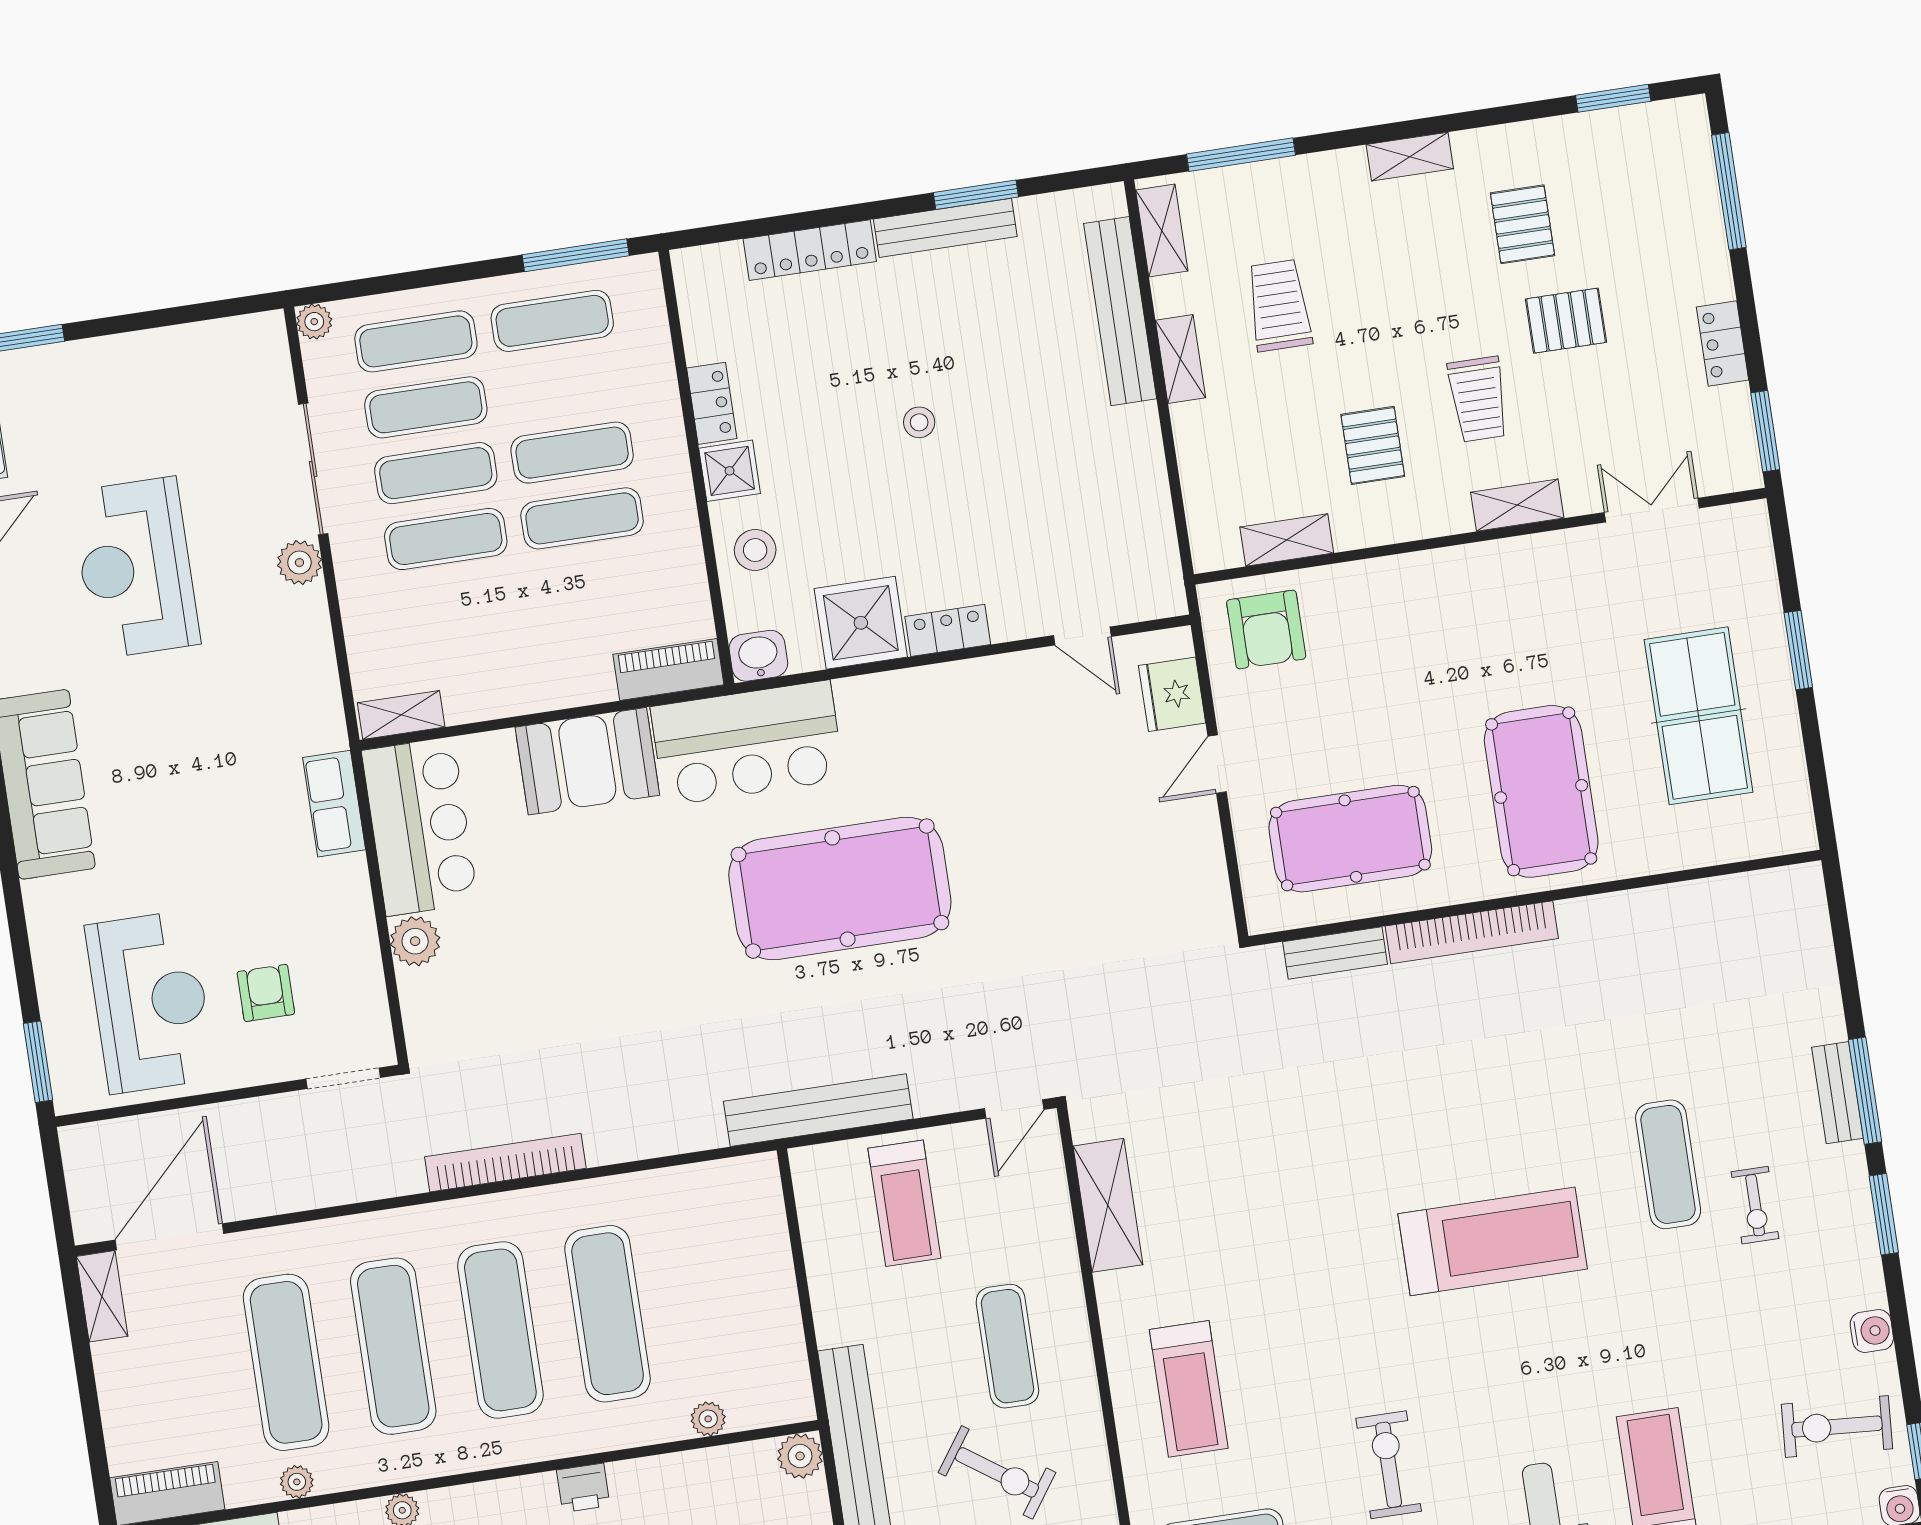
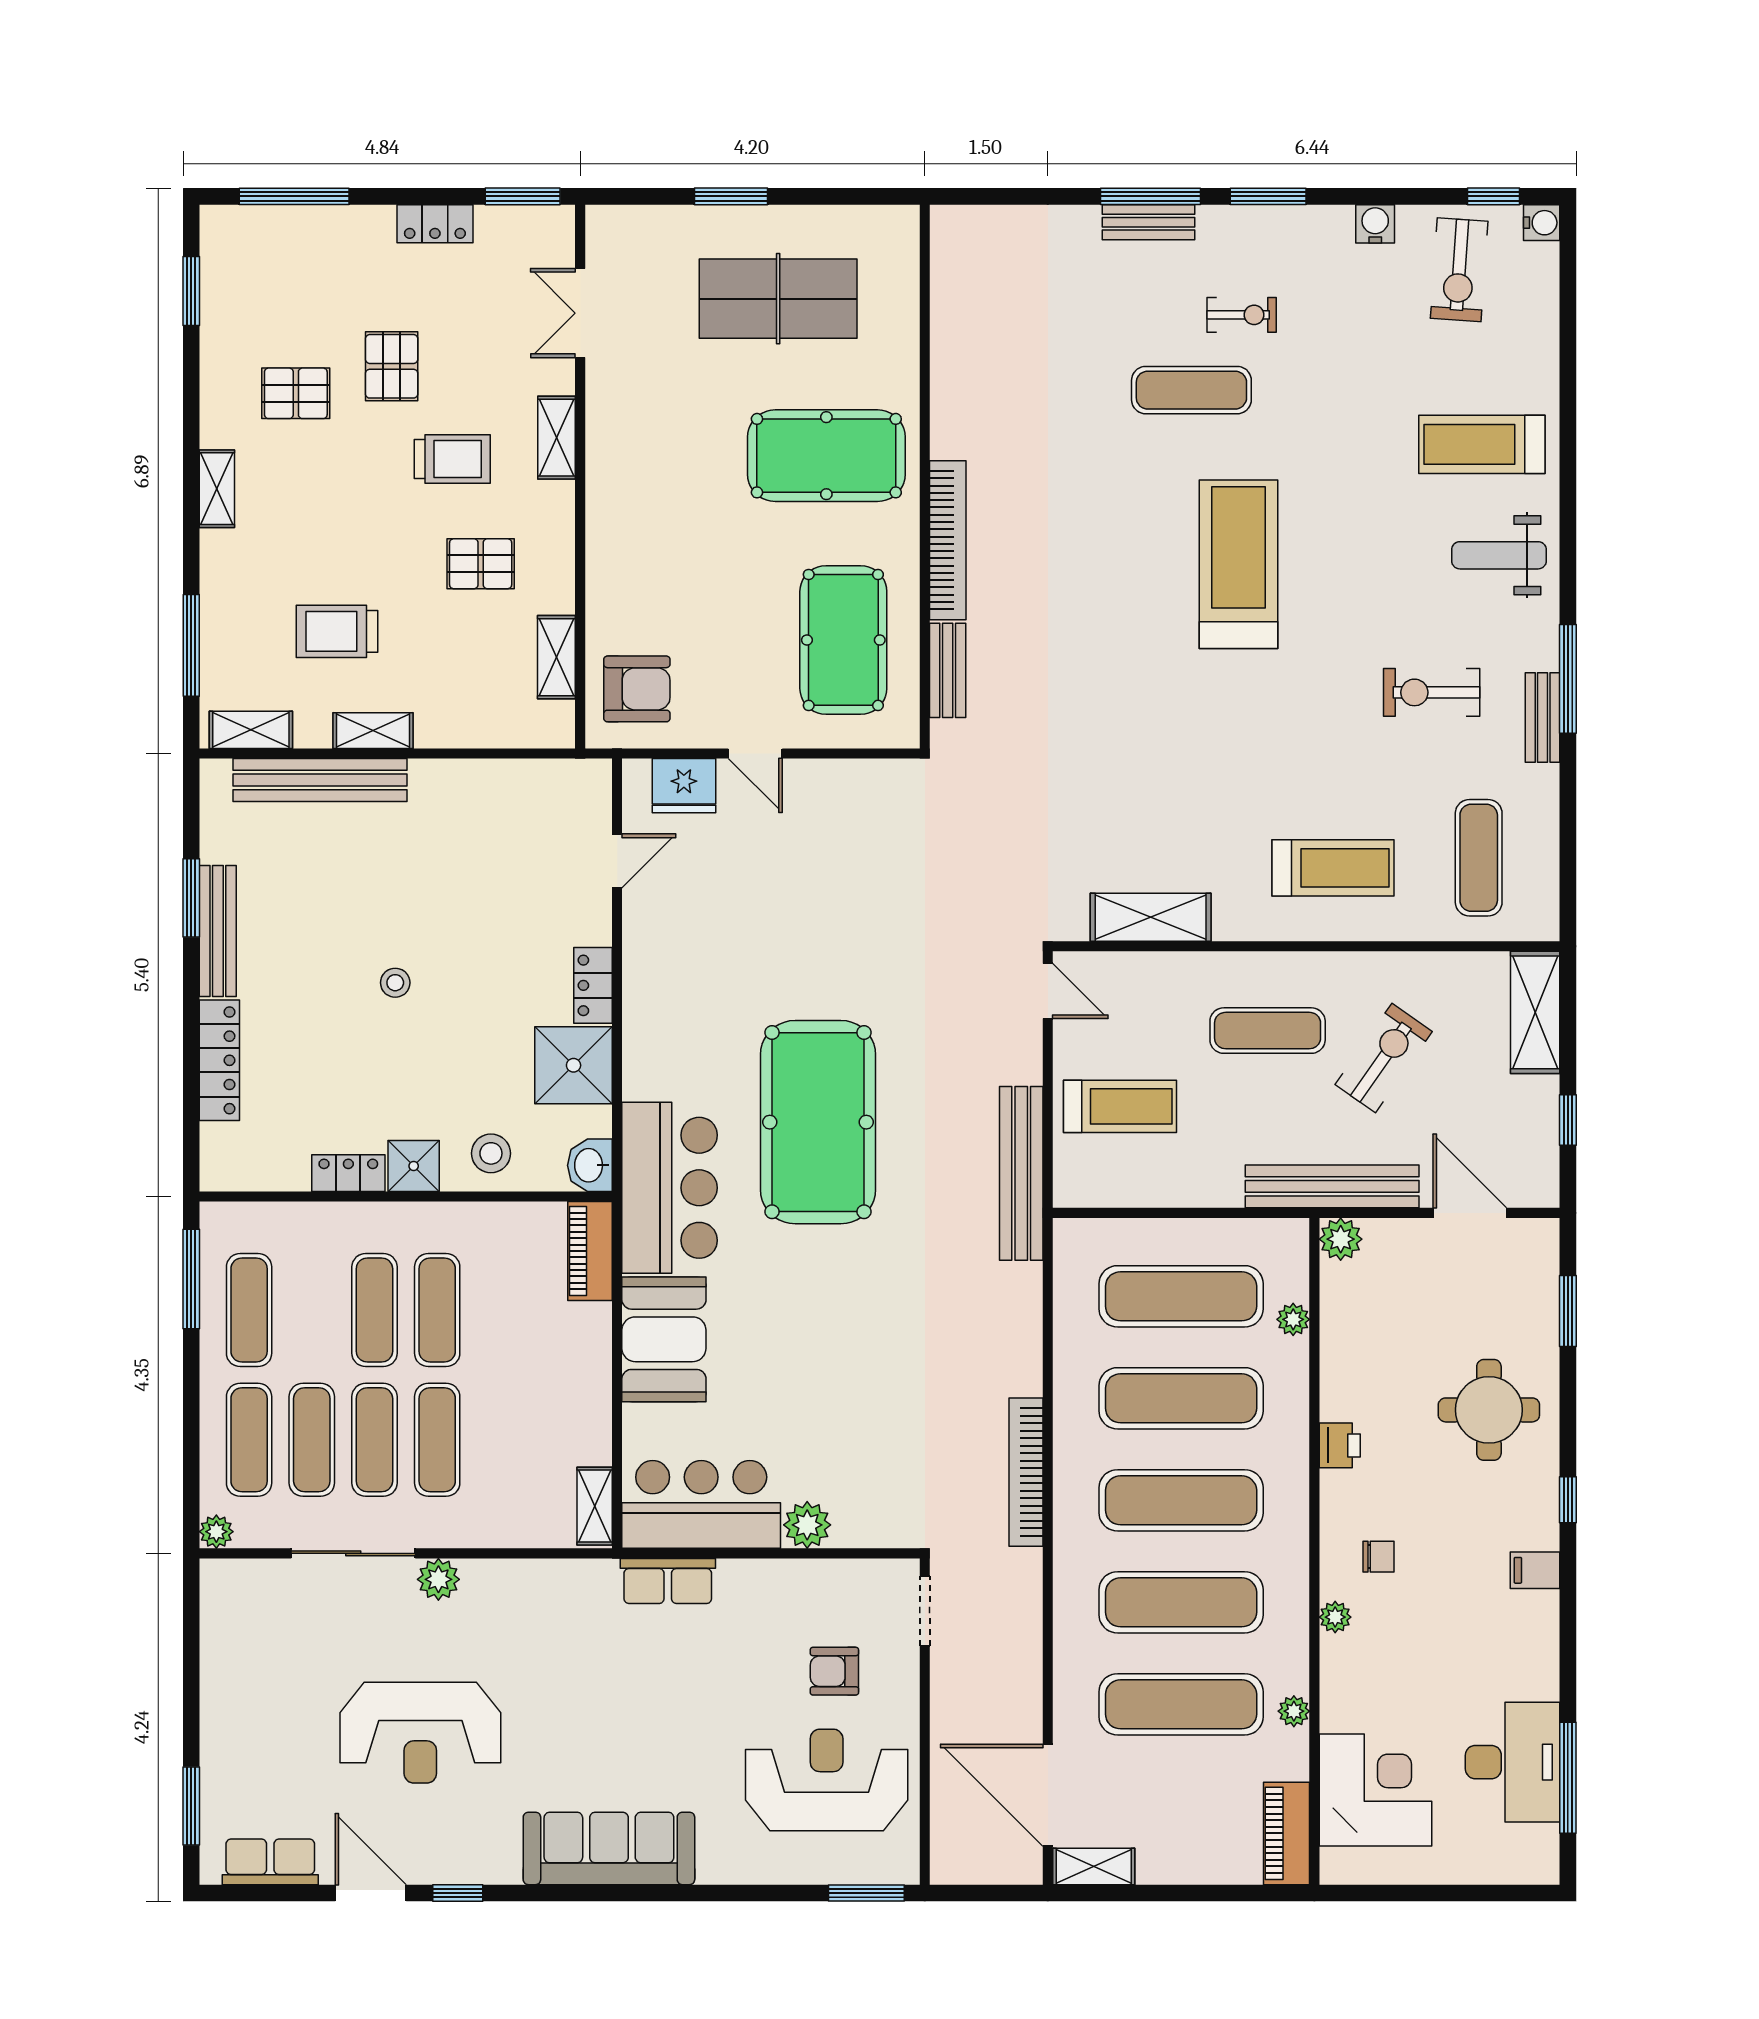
exercise mat: (715, 1298) -> (1181, 1296), added

